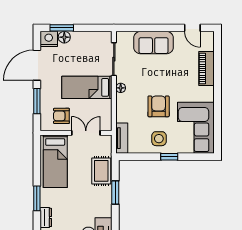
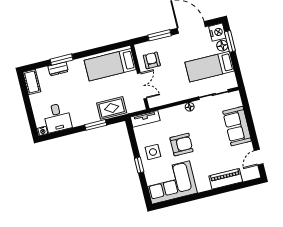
bed: (87, 87) -> (210, 67), moved, turned -90
window: (37, 198) -> (61, 60), moved

